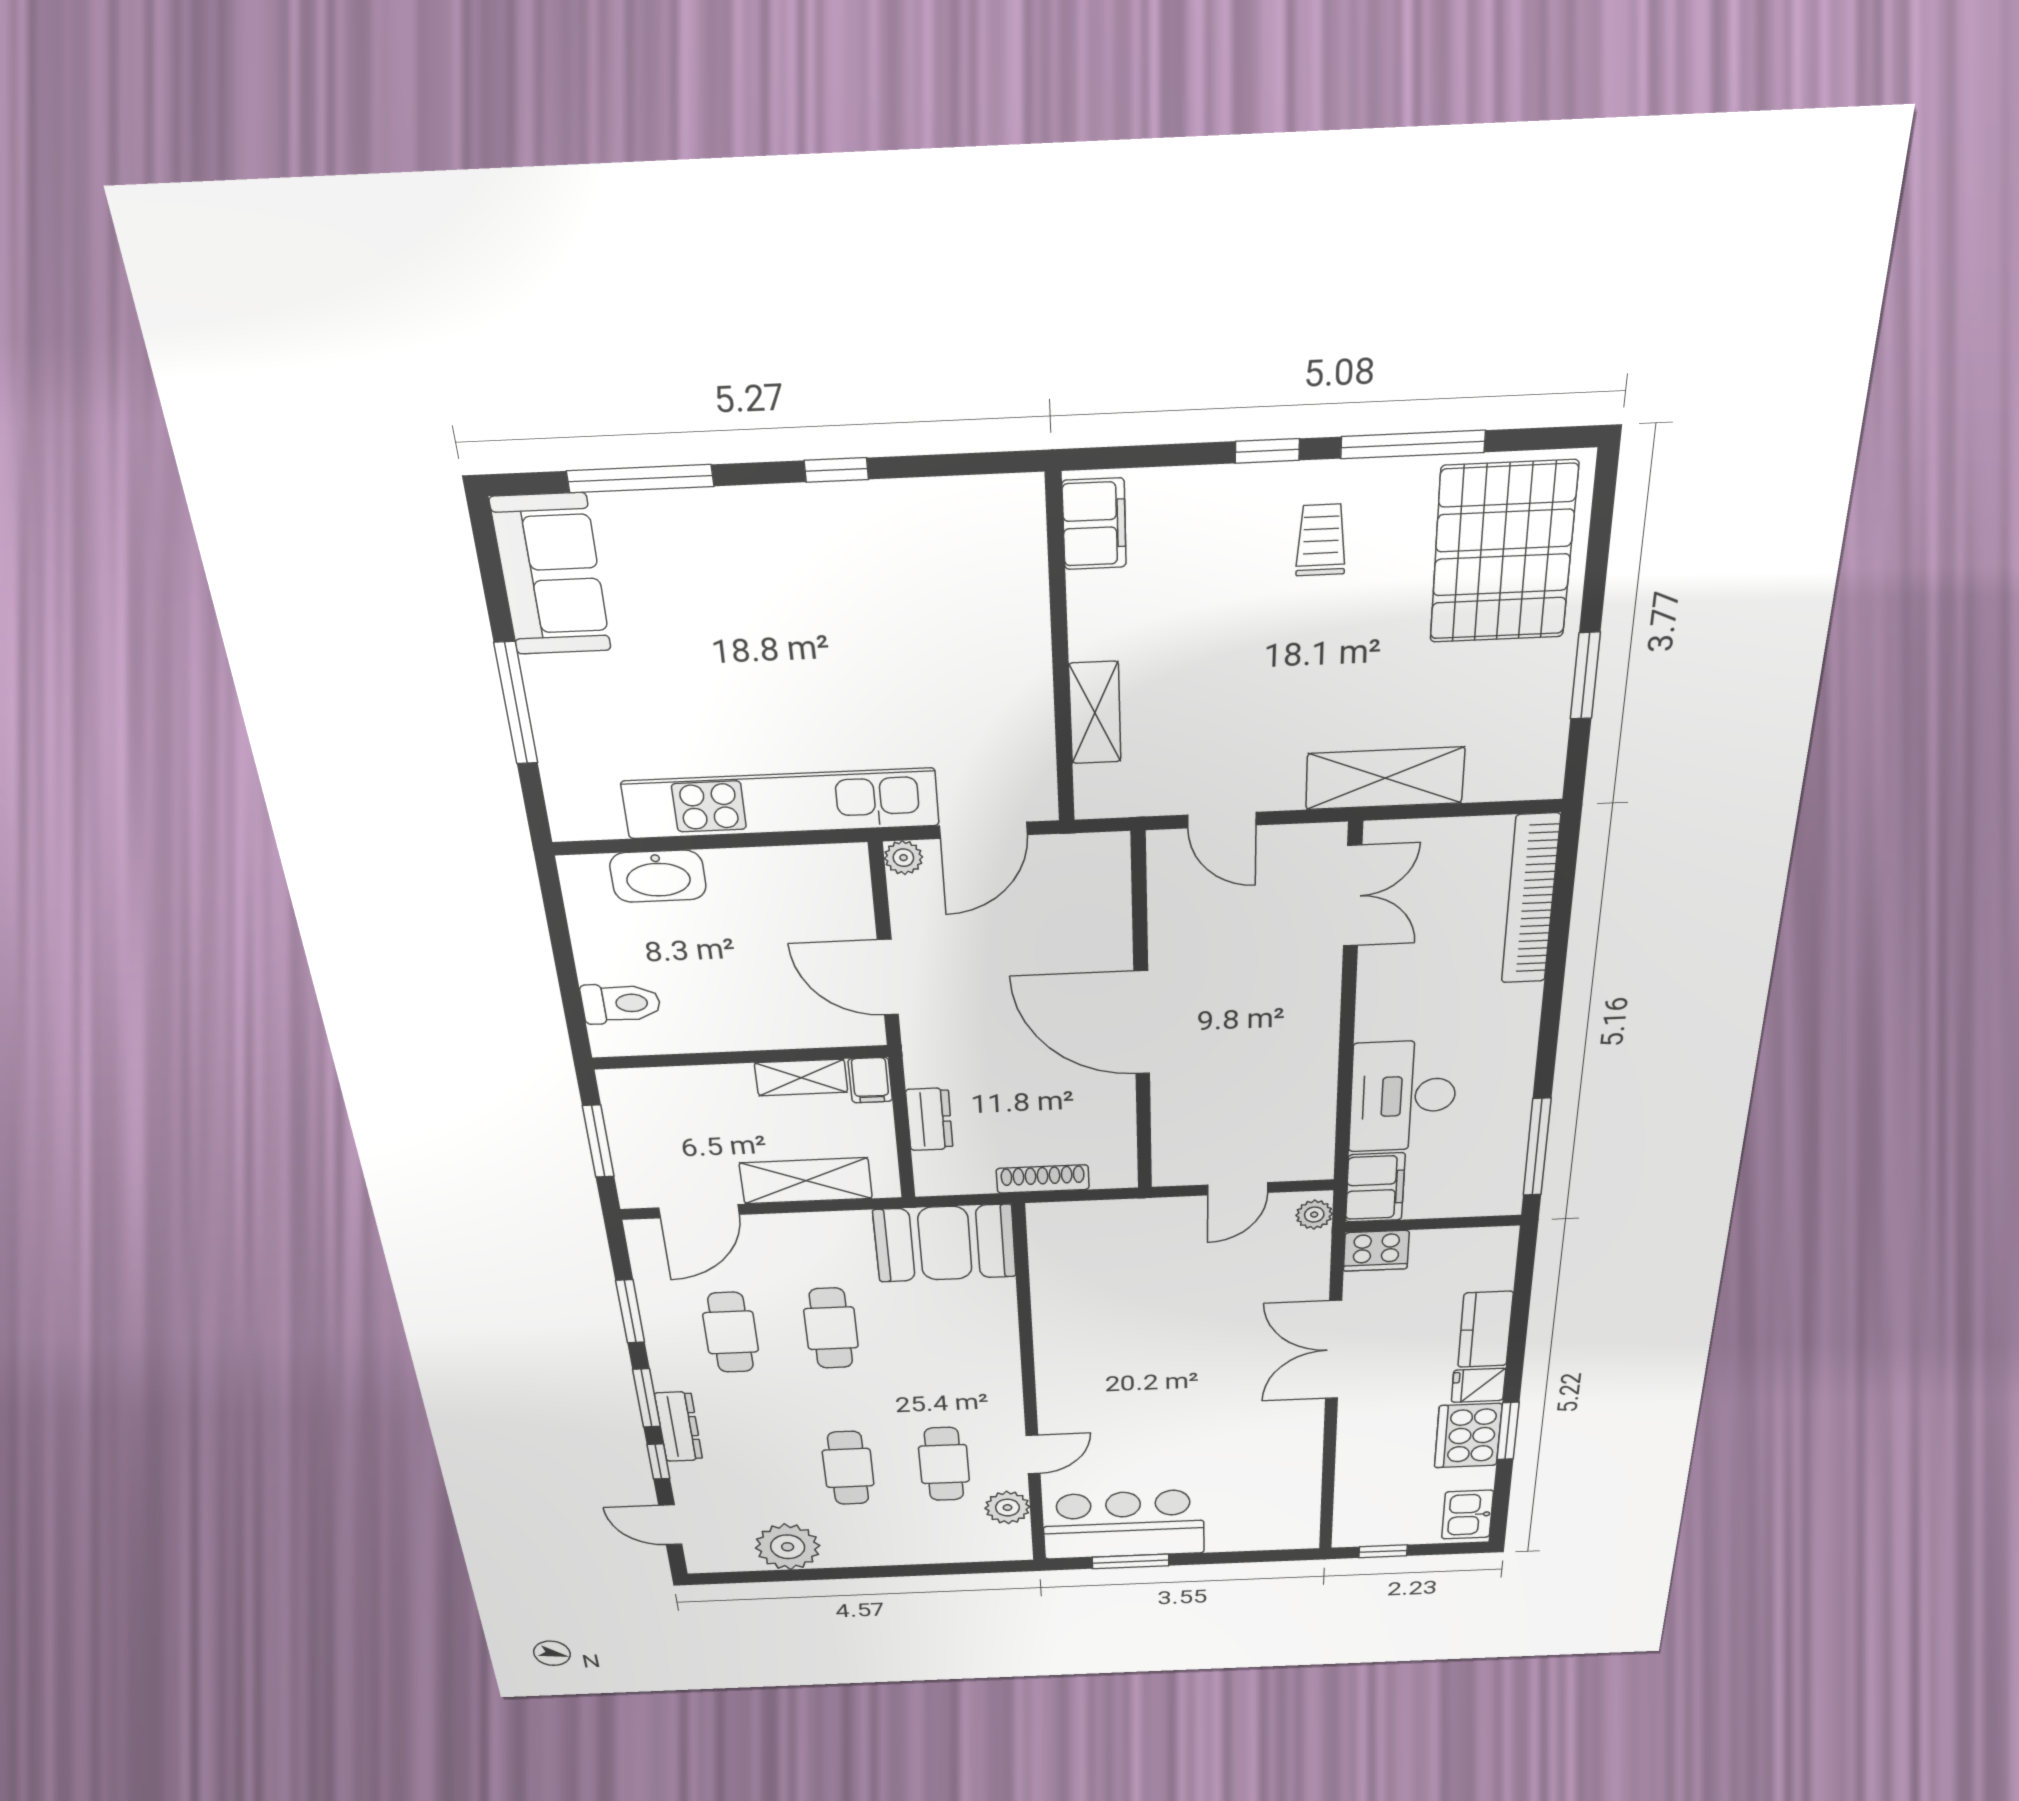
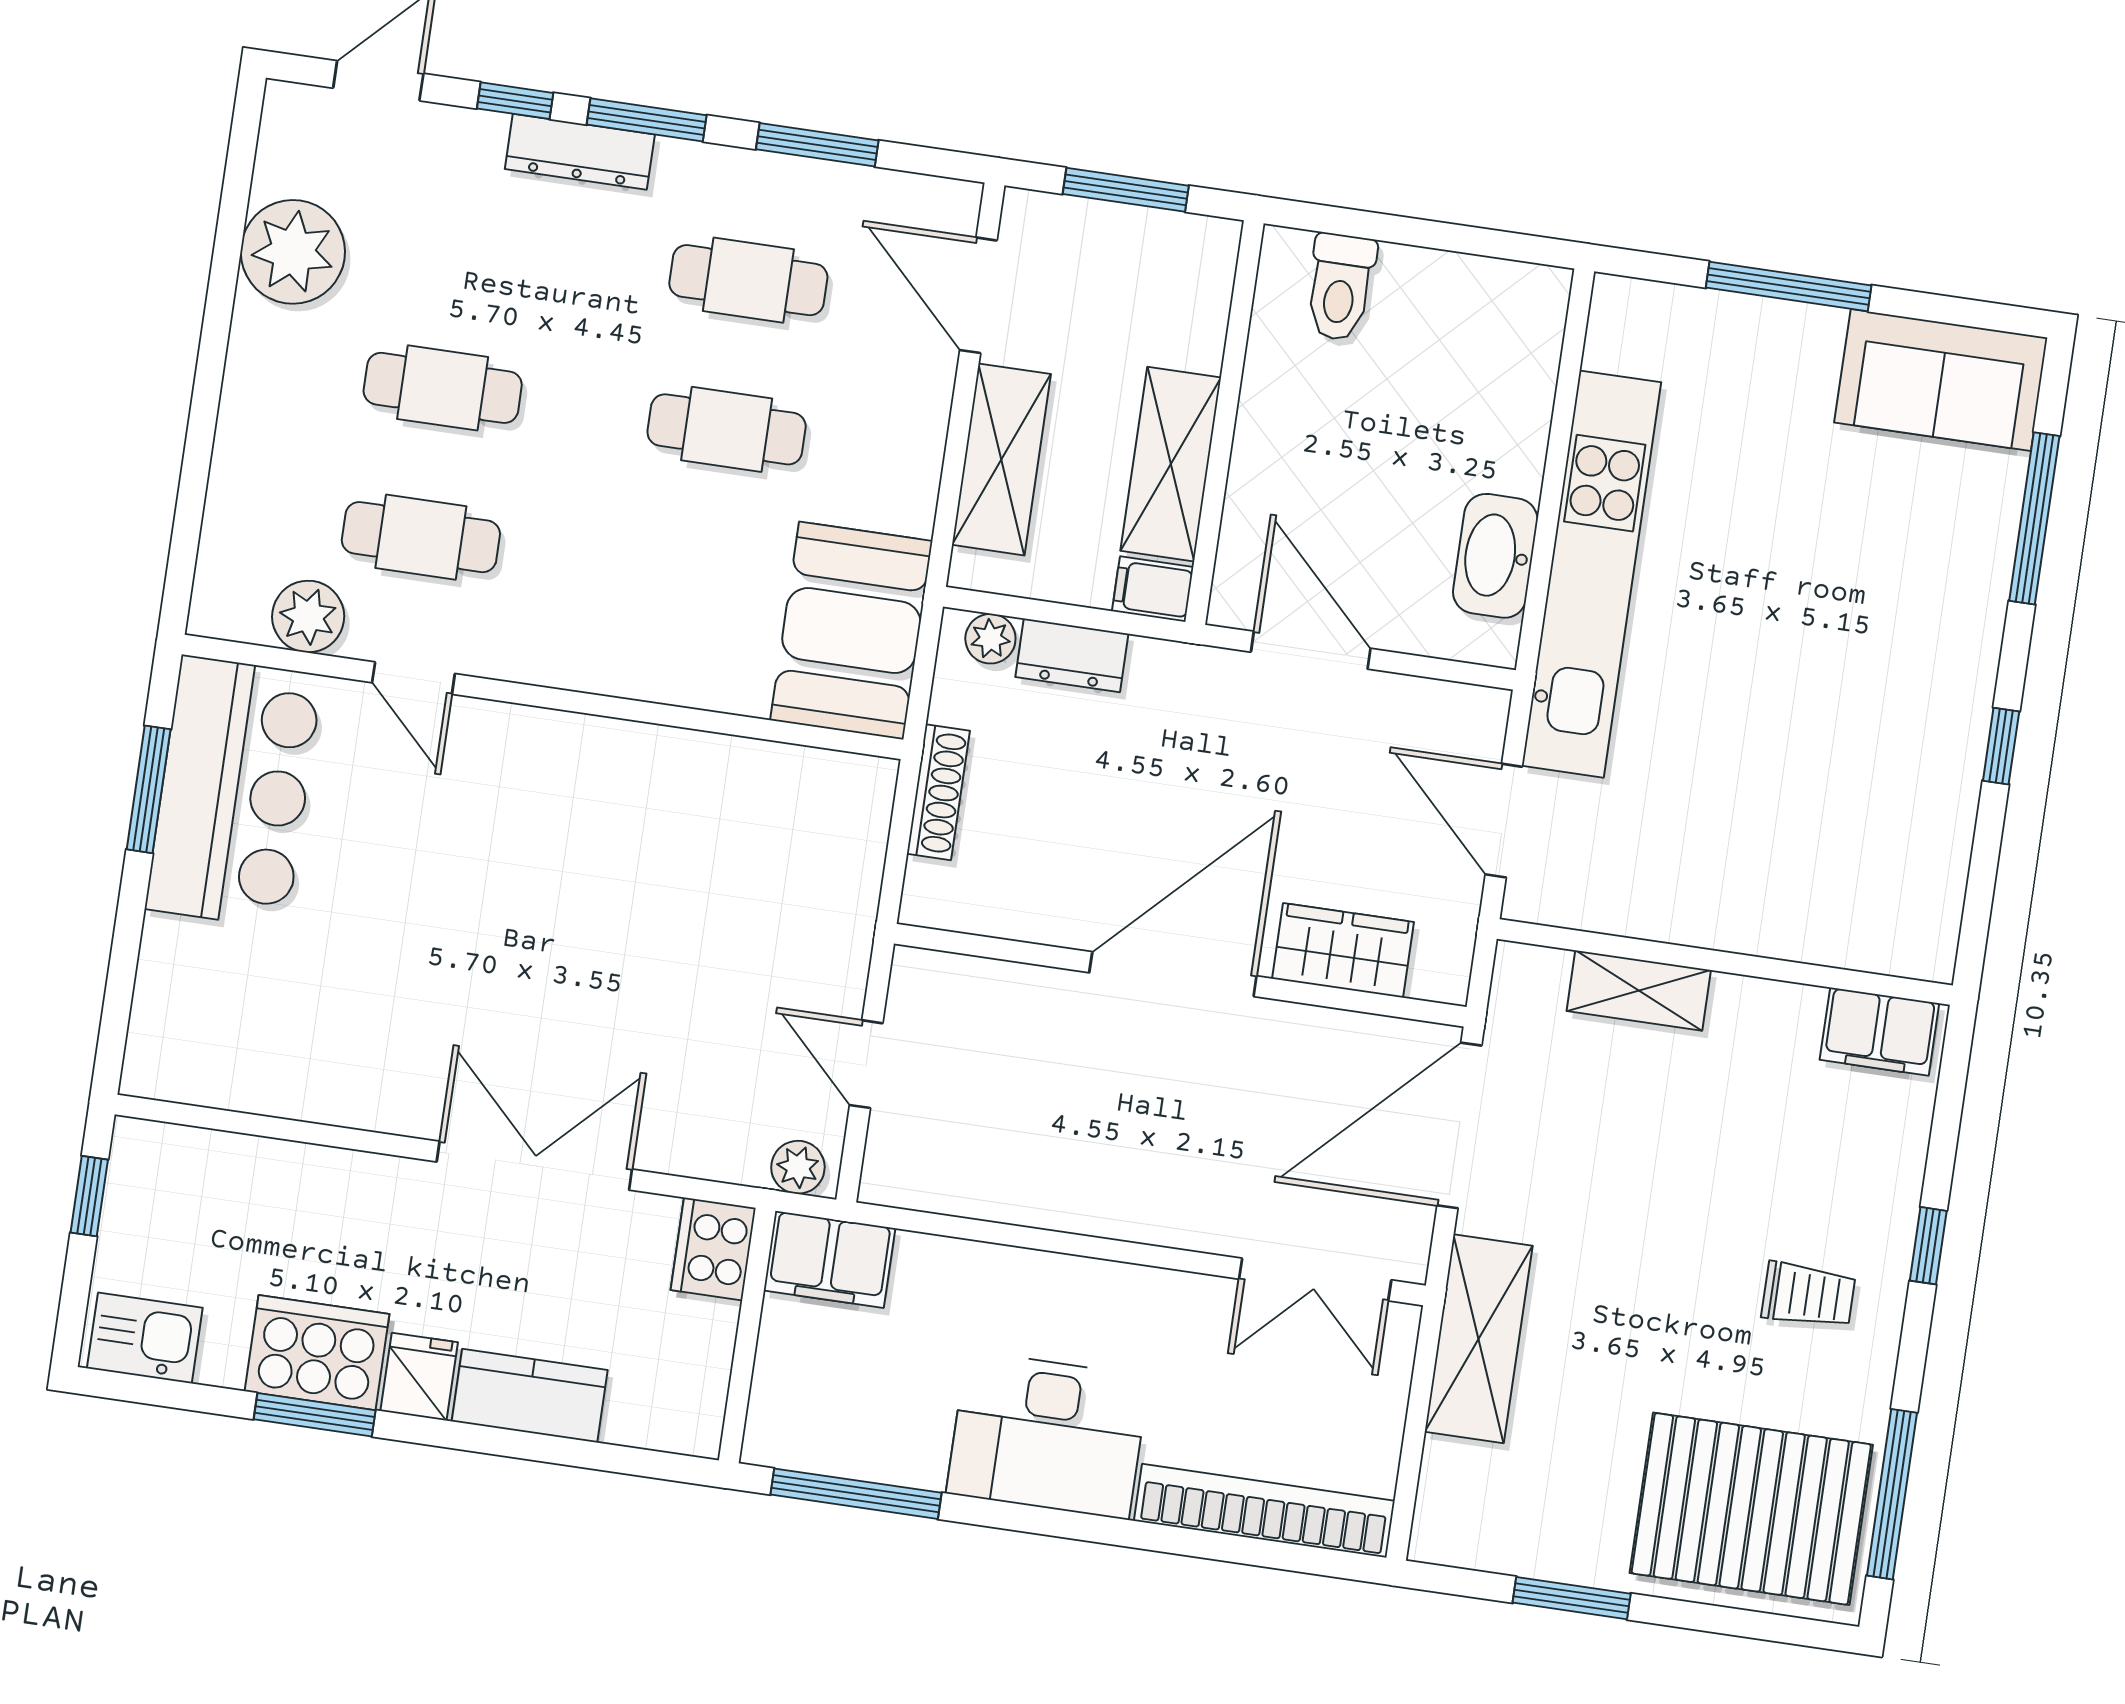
window: (1413, 444) -> (1892, 1494), moved
door: (1222, 820) -> (1459, 1125), width x1.88
plant: (903, 858) -> (990, 639), moved
washbasin: (658, 876) -> (1495, 556), moved
wardrobe: (1103, 920) -> (1343, 950), added
door: (888, 977) -> (1311, 650), hinge flipped
shelving: (801, 1078) -> (1171, 464), width x1.50, depth x1.33
desk: (1403, 1096) -> (1048, 1435), moved, turned 180

